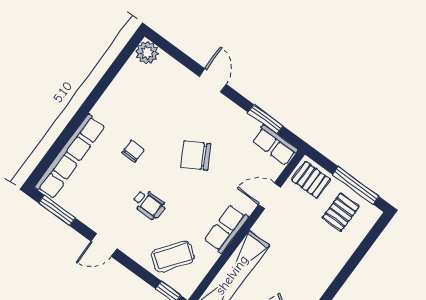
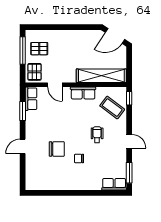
plant: (147, 53) -> (32, 184), removed
chair: (196, 155) -> (57, 149), moved, turned -61
row of seats: (70, 157) -> (114, 184), width x0.50

